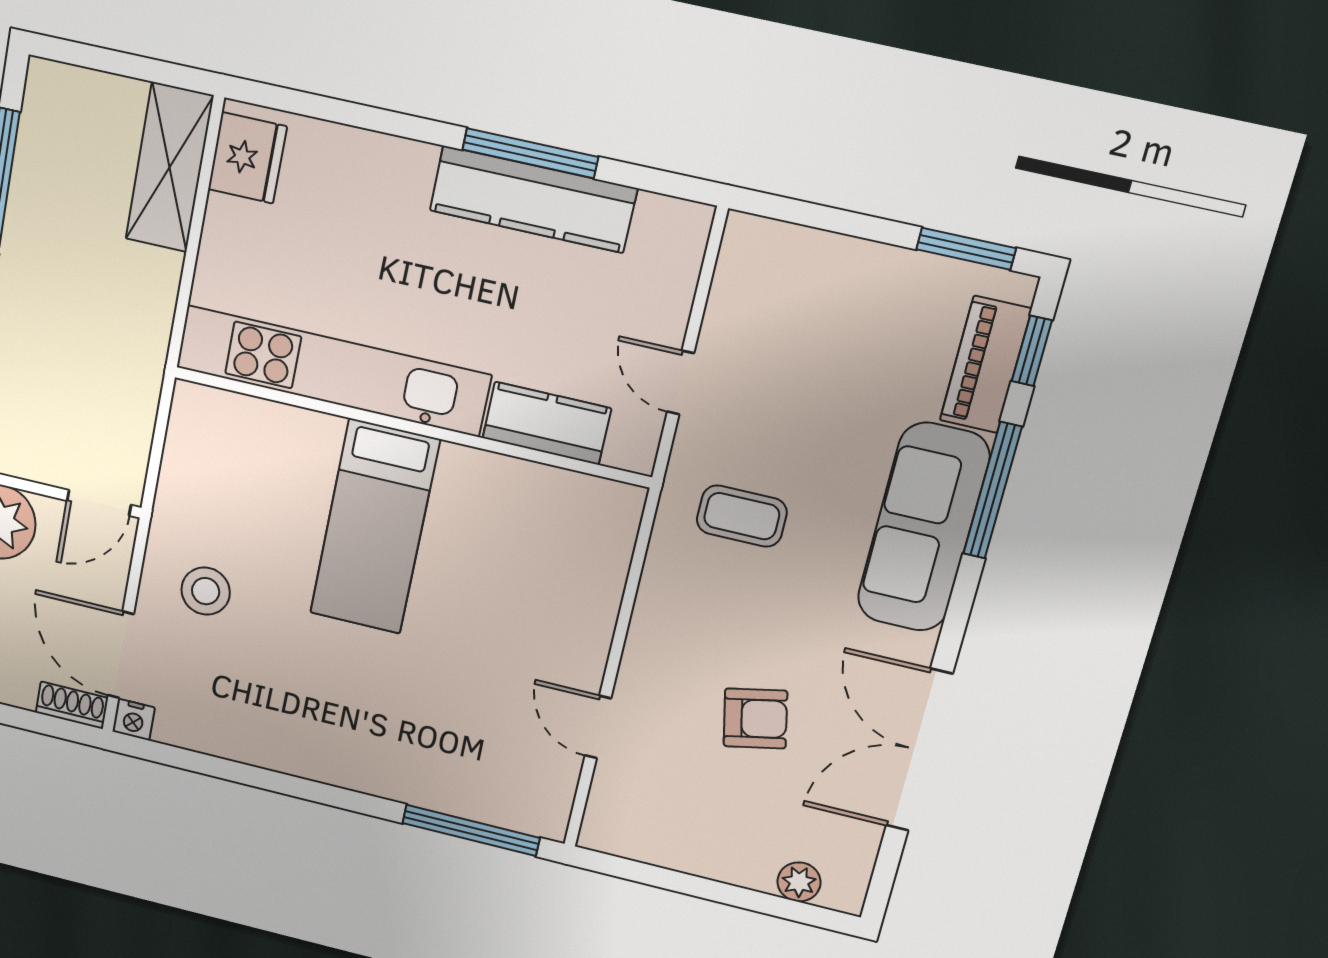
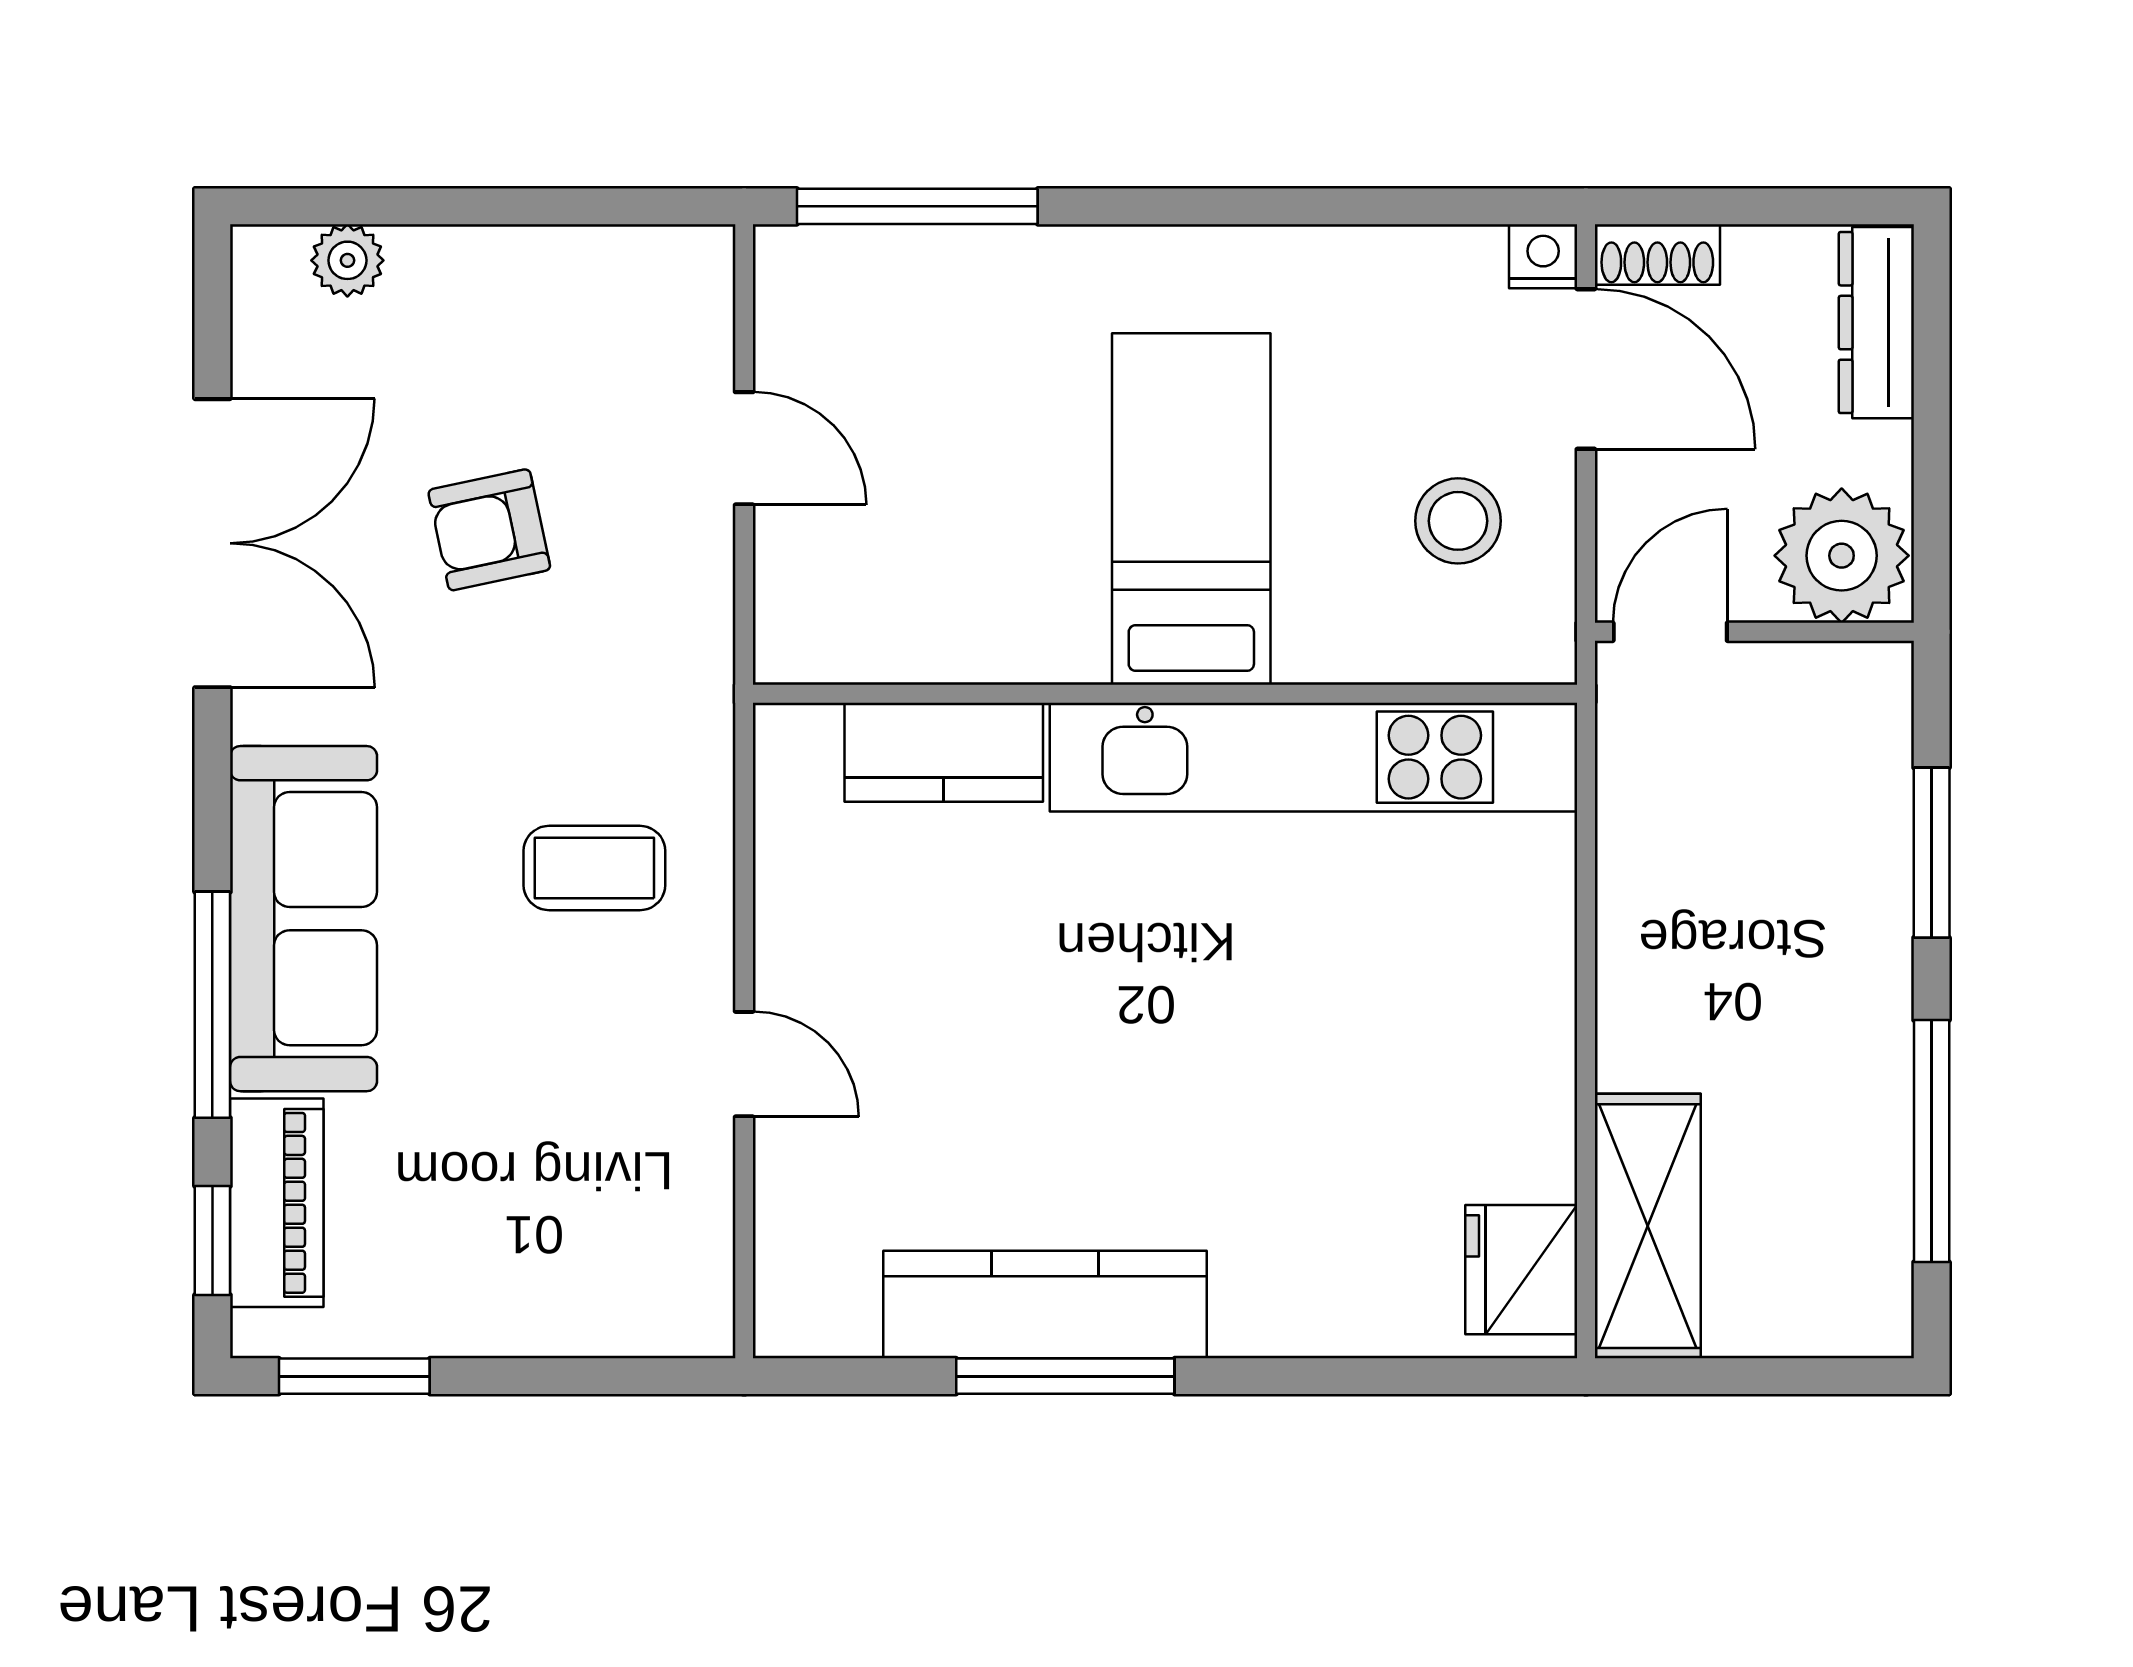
kitchen unit: (333, 371) -> (1314, 757), moved
kitchen counter: (547, 423) -> (944, 752), moved
wall: (411, 427) -> (1165, 694), moved
bed: (375, 527) -> (1191, 509), moved

